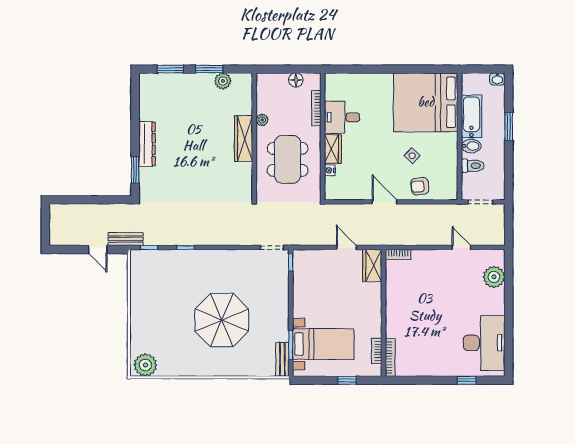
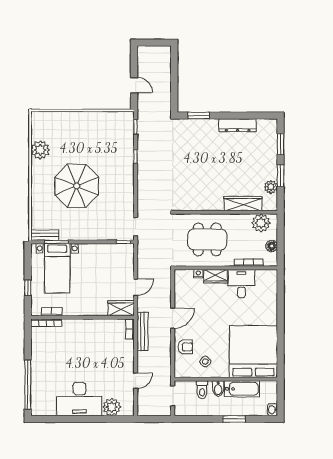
plant: (262, 120) -> (261, 223), moved, width x1.88, depth x1.88
wardrobe: (243, 139) -> (243, 204), moved
dresser: (147, 144) -> (238, 125), moved
side table: (412, 156) -> (205, 362), moved
armchair: (420, 186) -> (185, 347), turned 95
bench: (126, 239) -> (143, 331), moved, width x1.36
door: (98, 249) -> (134, 85), swing flipped
desk: (484, 343) -> (79, 399), moved
plant: (145, 365) -> (40, 150), moved
window: (467, 380) -> (28, 385), width x3.17

